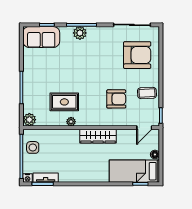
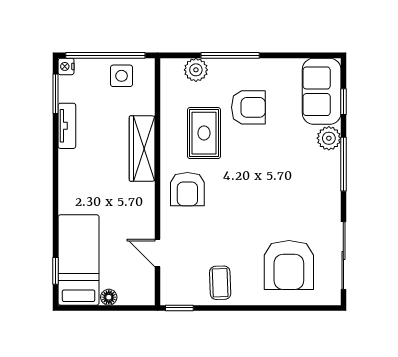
plant: (80, 33) -> (329, 138), moved
armchair: (50, 77) -> (248, 107), added
armchair: (116, 99) -> (187, 189), moved
plant: (29, 120) -> (196, 70), moved
plant: (71, 122) -> (168, 145), removed
door: (144, 128) -> (157, 253), moved
wardrobe: (98, 136) -> (142, 149), moved
tv unit: (46, 178) -> (67, 126), moved

